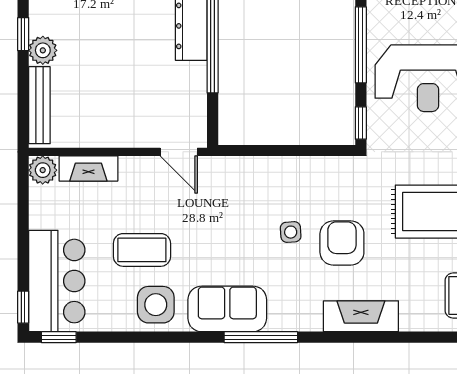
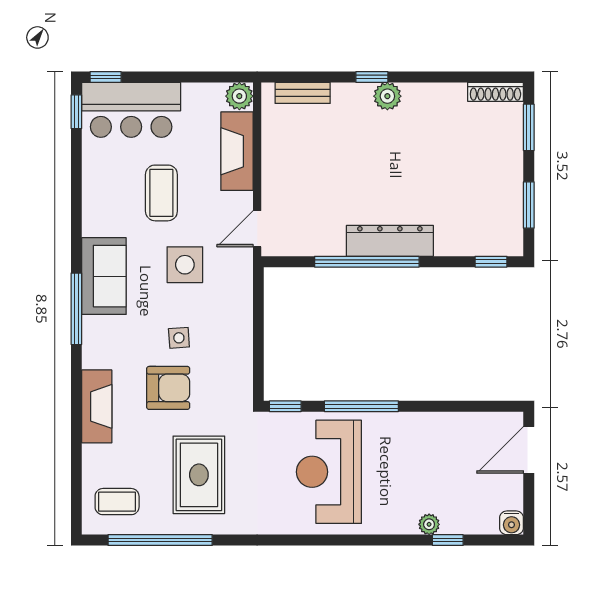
plant: (43, 50) -> (387, 96), moved
bench: (39, 105) -> (303, 93), width x0.73
fireplace: (88, 169) -> (237, 151), width x1.37, depth x1.32
side table: (156, 305) -> (185, 265), moved

